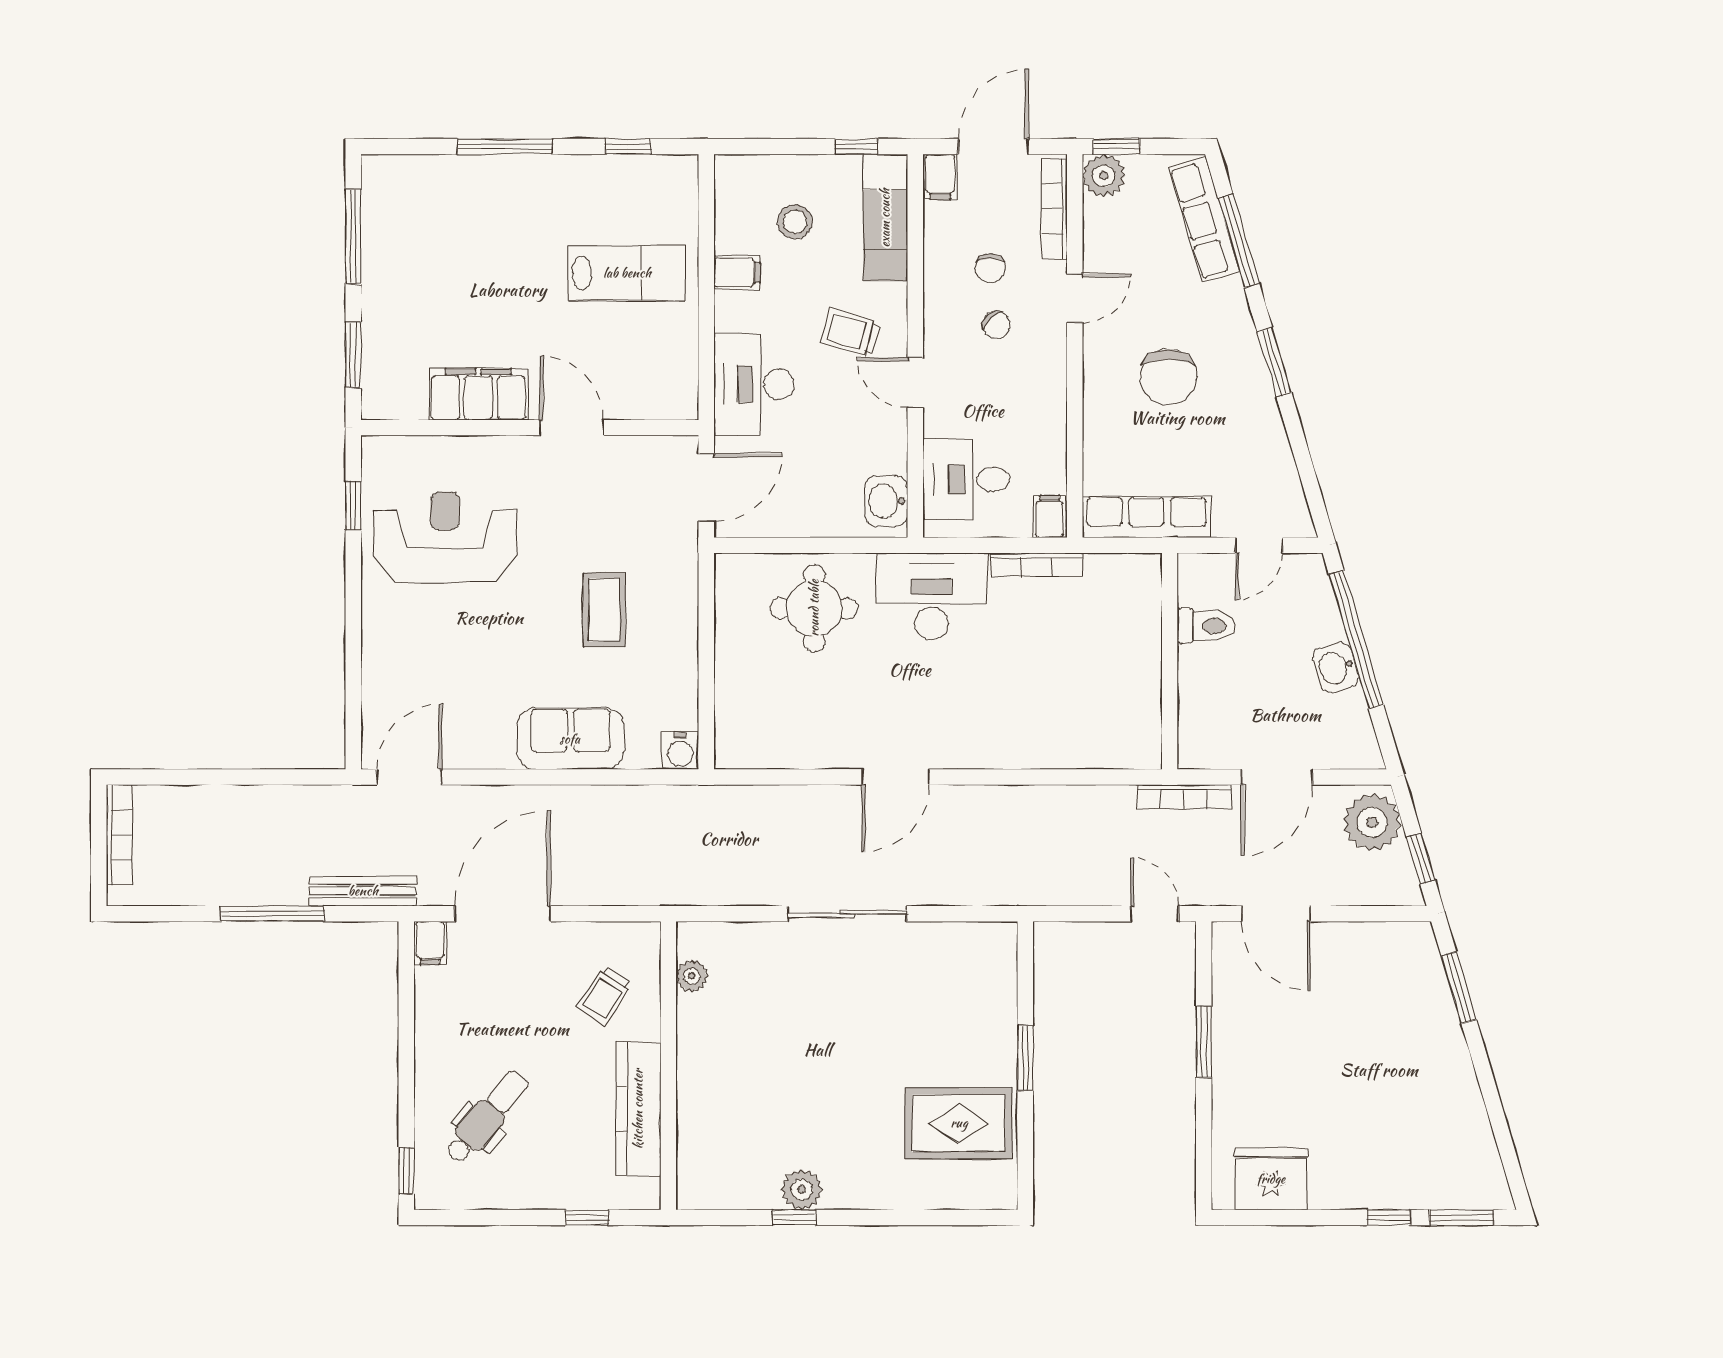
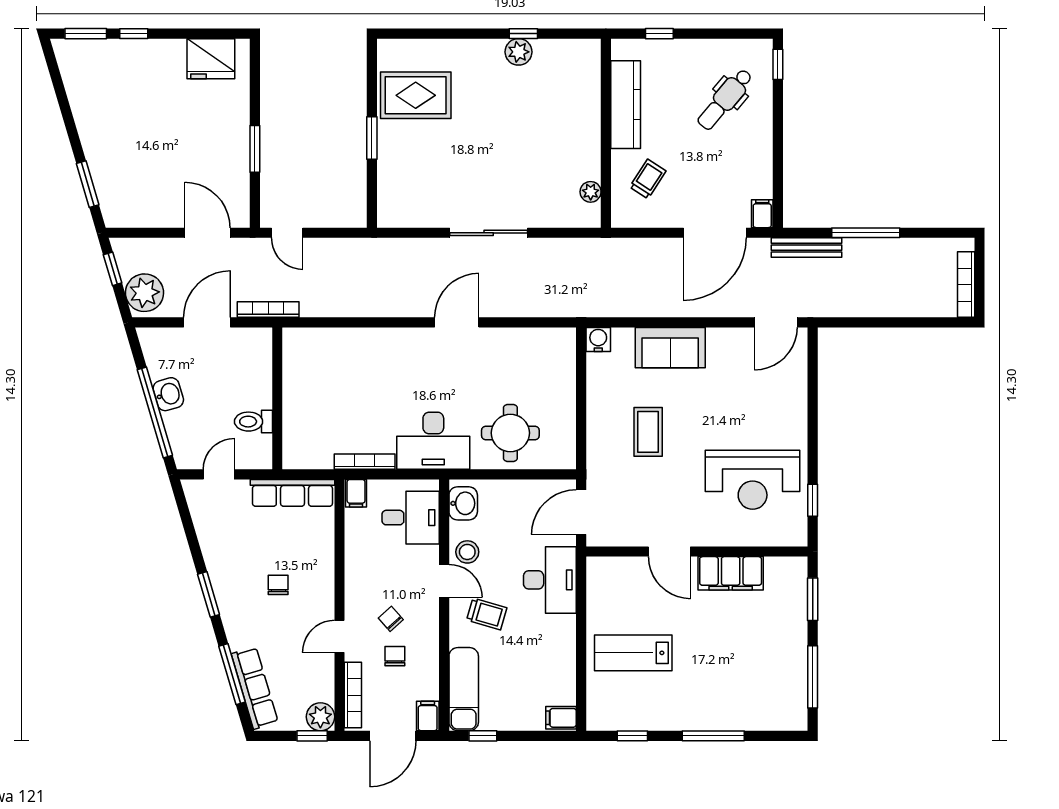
stool: (795, 222) -> (467, 552), moved
filing cabinet: (737, 272) -> (561, 718), moved
chair: (1168, 377) -> (278, 585), width x0.54, depth x0.54

